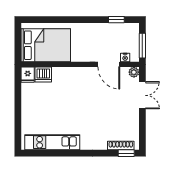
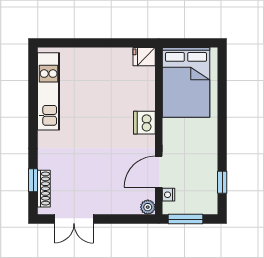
dishwasher: (43, 75) -> (144, 123), moved
double door: (142, 95) -> (74, 219), moved
window: (126, 153) -> (33, 180), moved

